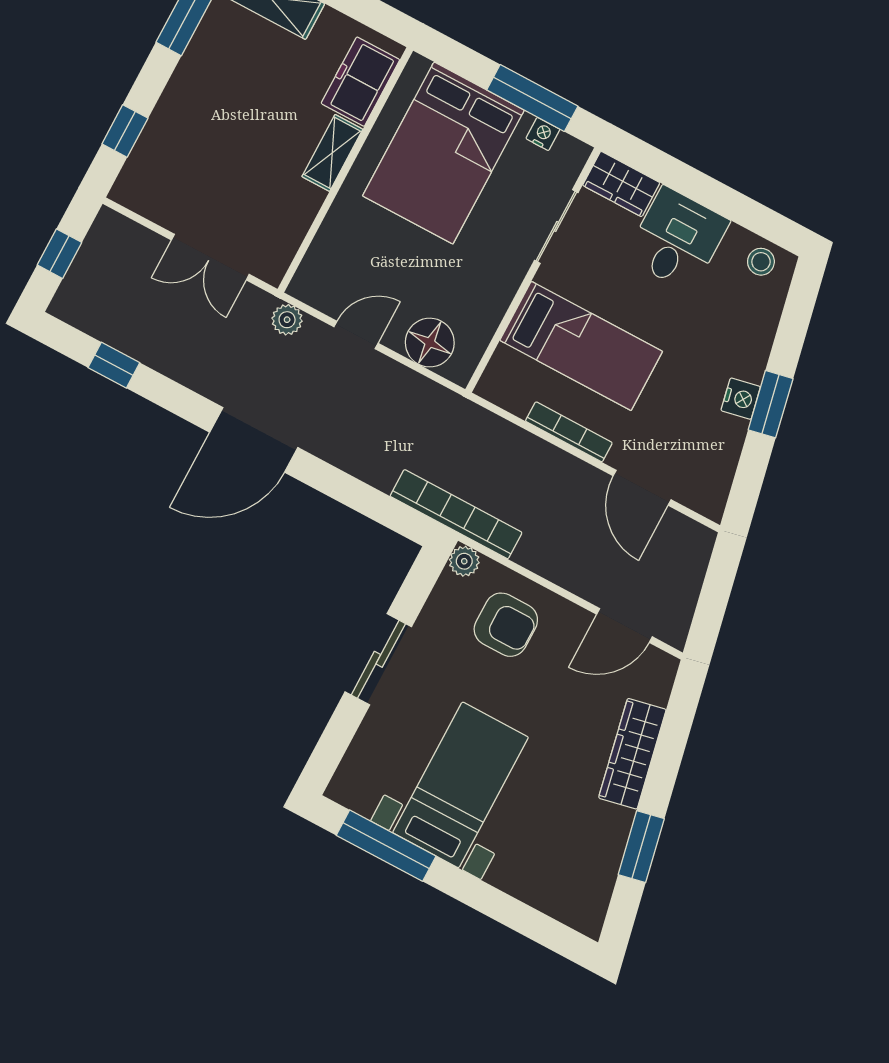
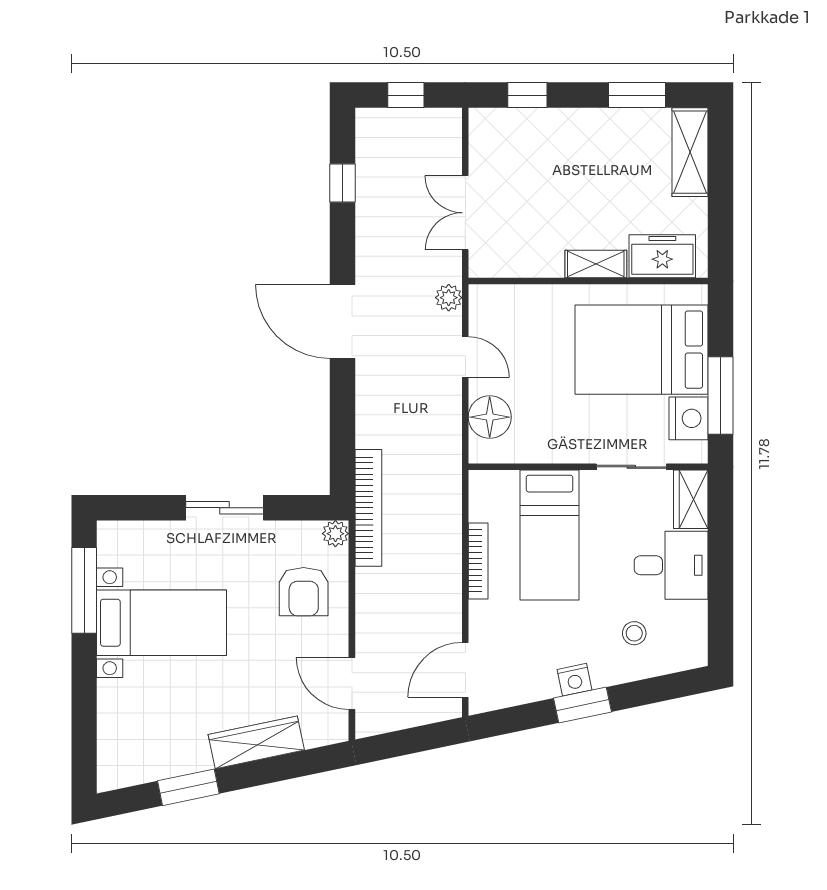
nightstand: (543, 134) -> (689, 418), width x1.89, depth x1.79
stool: (761, 262) -> (634, 633), moved
door: (642, 488) -> (465, 670), moved

